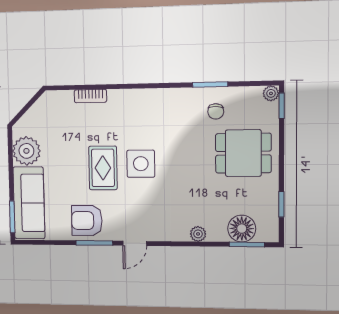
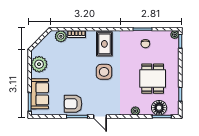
plant: (63, 101) -> (61, 36), added
dining table: (243, 153) -> (153, 79), moved, turned 90
rug: (103, 168) -> (104, 44), moved
sofa: (29, 203) -> (40, 94), width x0.73
door: (135, 243) -> (100, 116), hinge flipped

